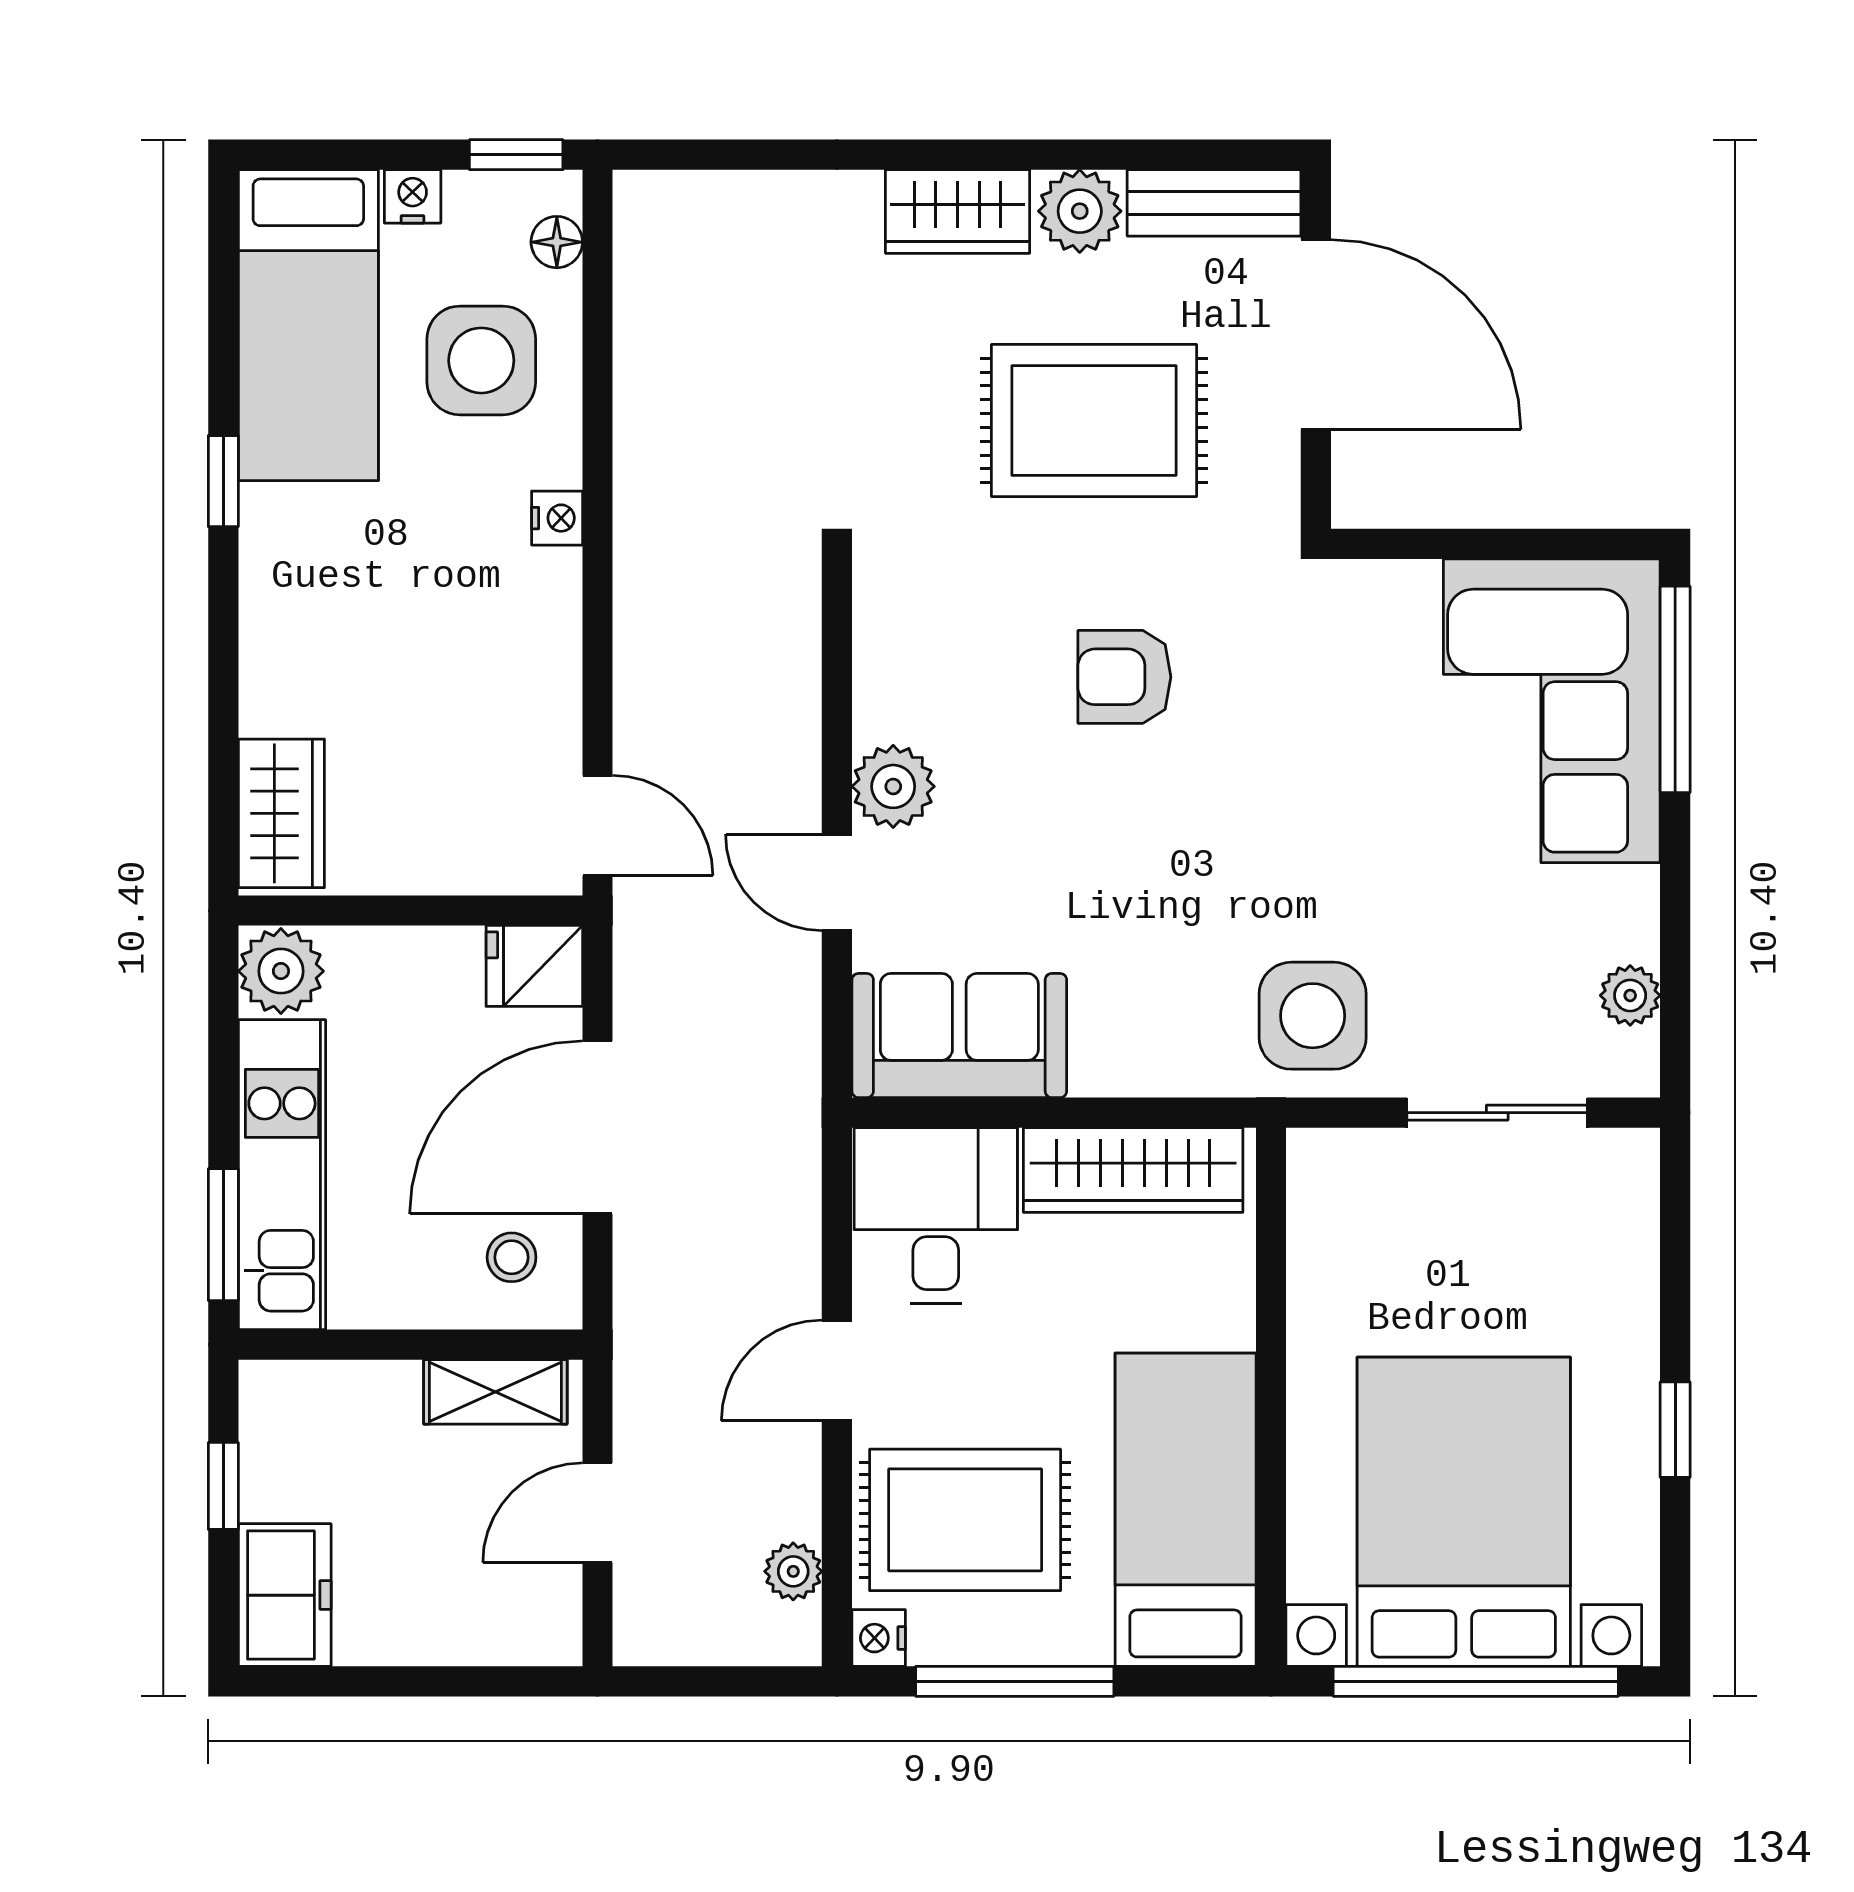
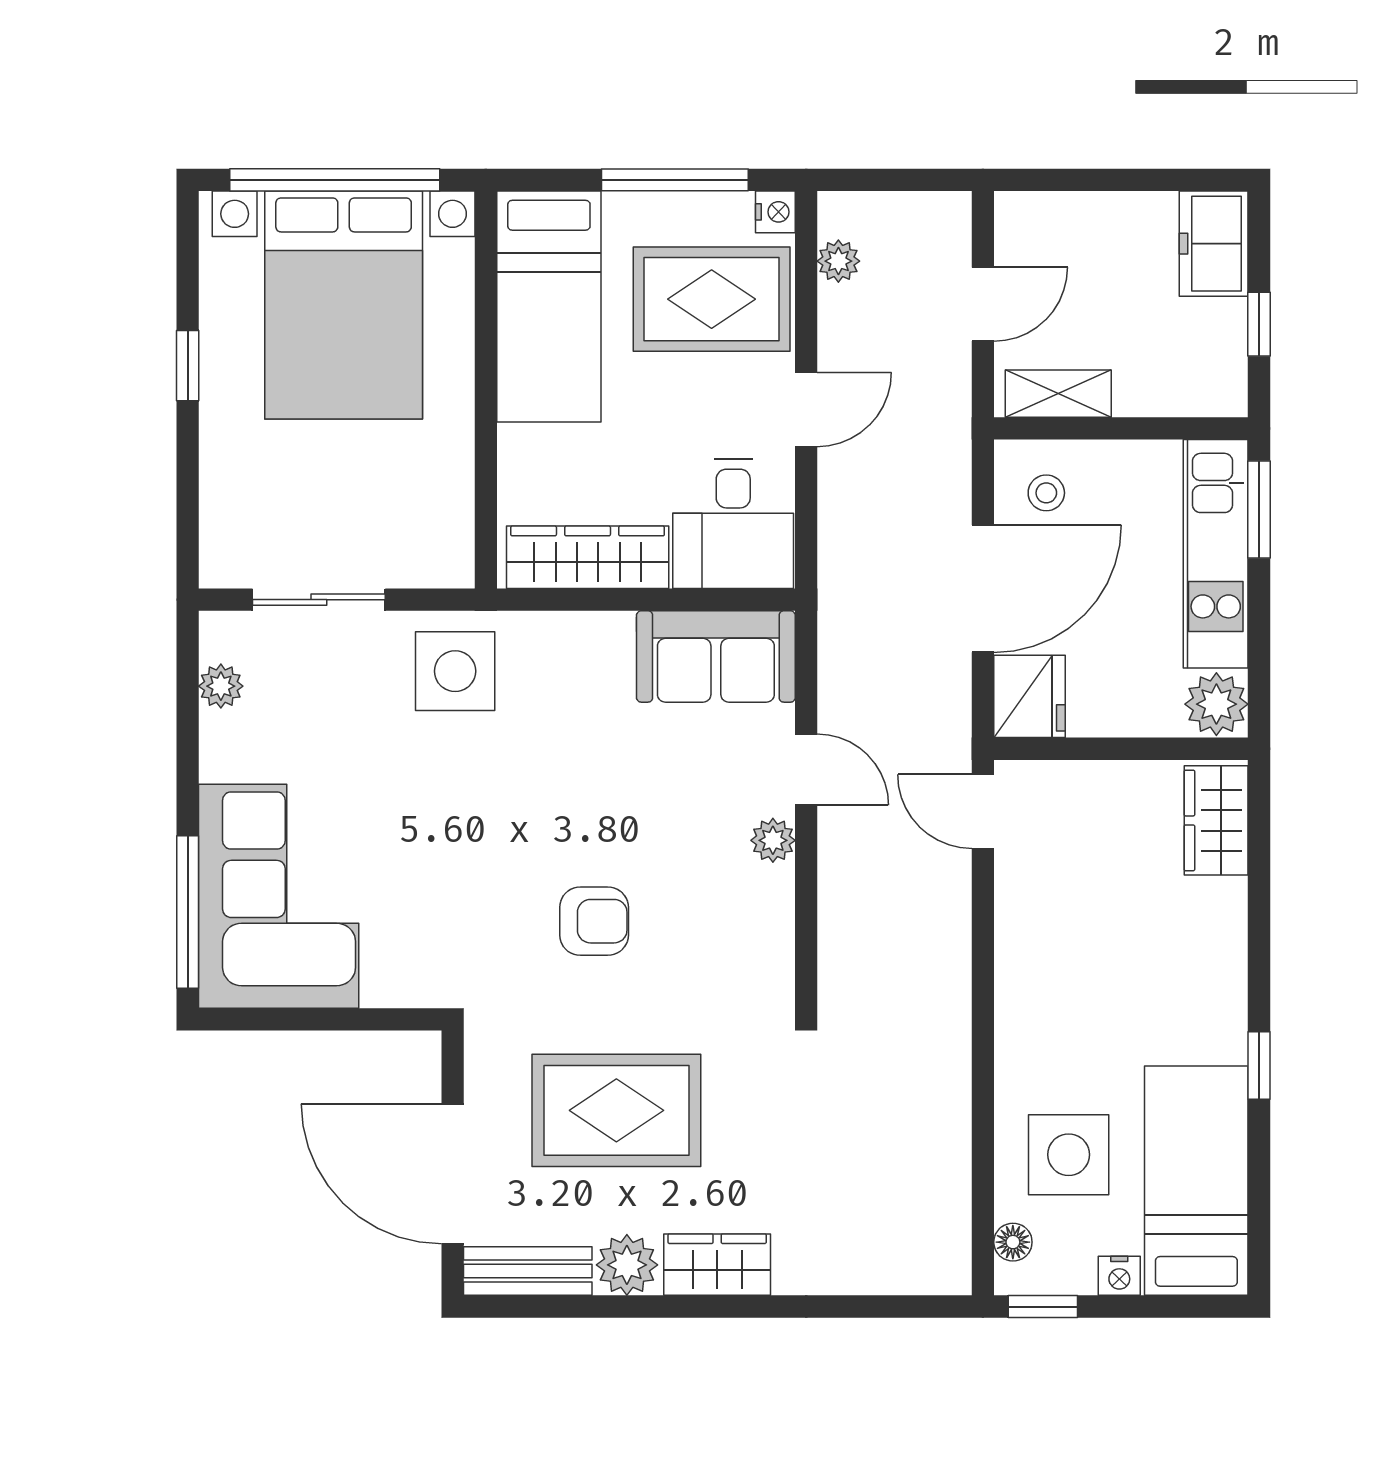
nightstand: (557, 518) -> (1013, 1038), removed
plant: (893, 786) -> (773, 840), width x0.73, depth x0.73
fridge: (534, 966) -> (1030, 696), width x1.38

